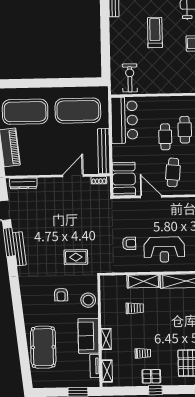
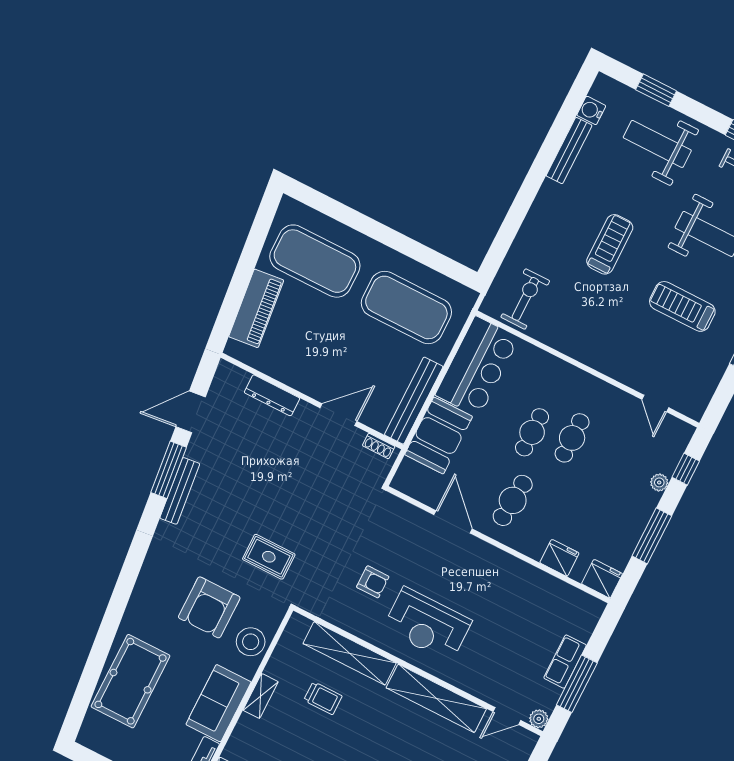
booth: (124, 179) -> (439, 436), moved
dresser: (23, 183) -> (272, 395), moved
shelving: (143, 281) -> (350, 653), width x1.47
armchair: (61, 295) -> (209, 607), width x1.88, depth x1.88
shelving: (106, 339) -> (261, 696), moved

